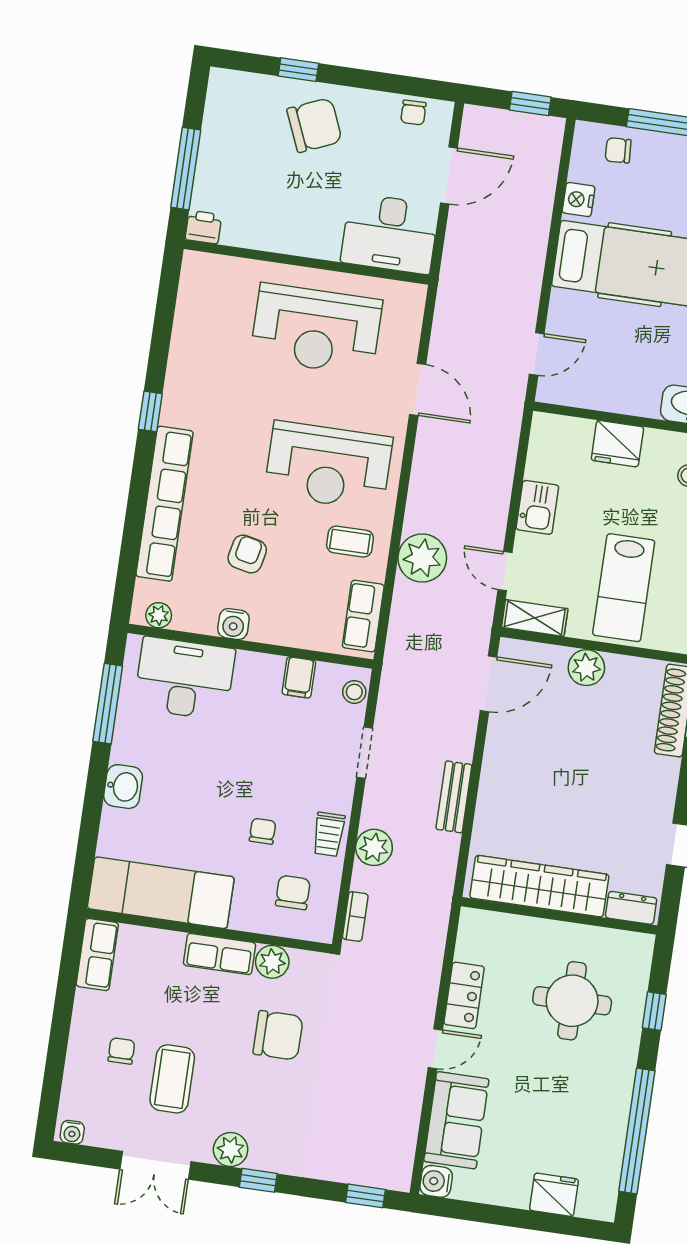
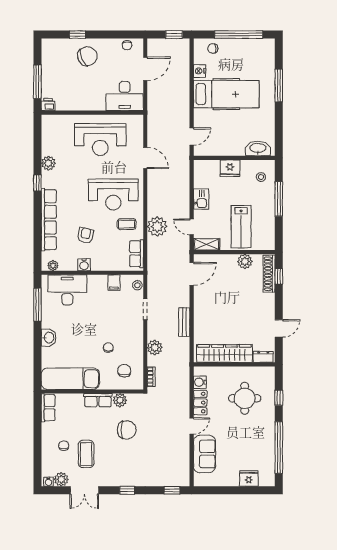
plant: (184, 368) -> (48, 163), added
plant: (586, 668) -> (245, 261), moved
trolley: (329, 834) -> (135, 345), removed
plant: (231, 1150) -> (61, 479), moved
water cooler: (436, 1181) -> (200, 382), moved

